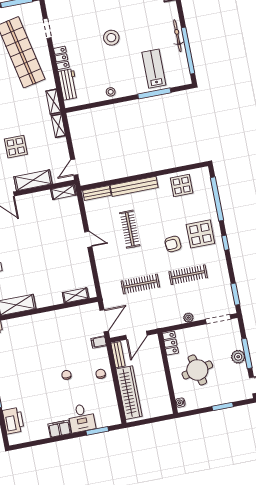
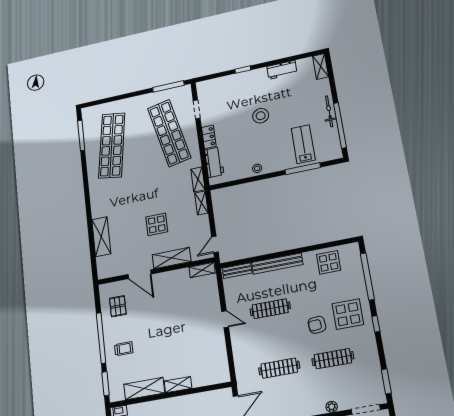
clothes rail: (130, 229) -> (270, 309), turned 90
shelving: (76, 295) -> (178, 385), moved

